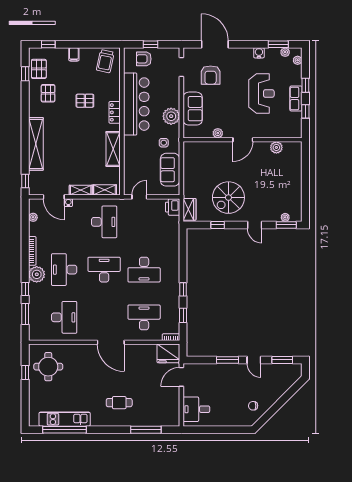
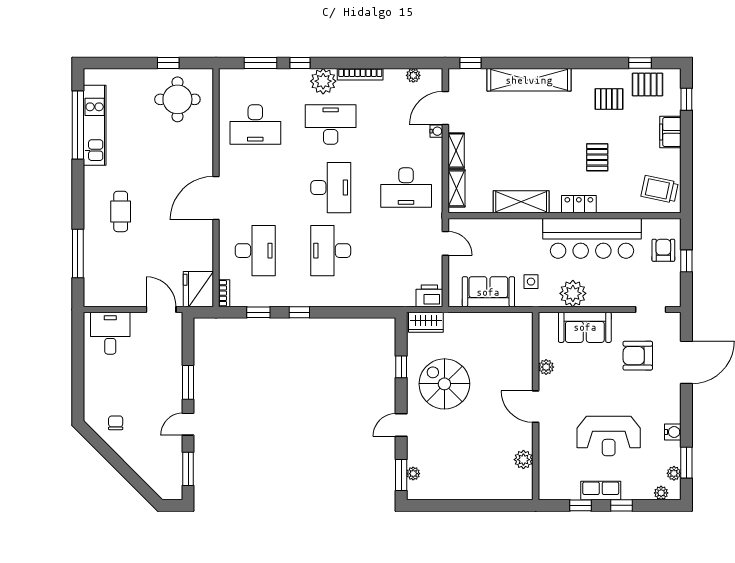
filing cabinet: (74, 54) -> (670, 132), width x2.00

